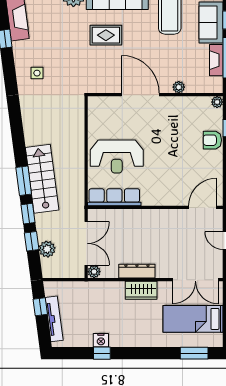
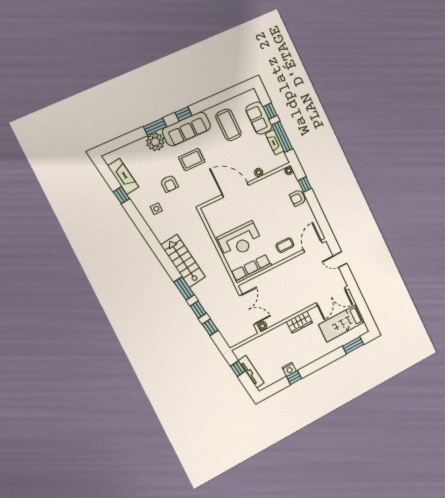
armchair: (66, 51) -> (169, 184), added
stairs: (42, 179) -> (183, 261), moved
coffee table: (168, 189) -> (285, 245), added
plant: (47, 249) -> (223, 327), removed
dresser: (137, 271) -> (291, 311), removed

